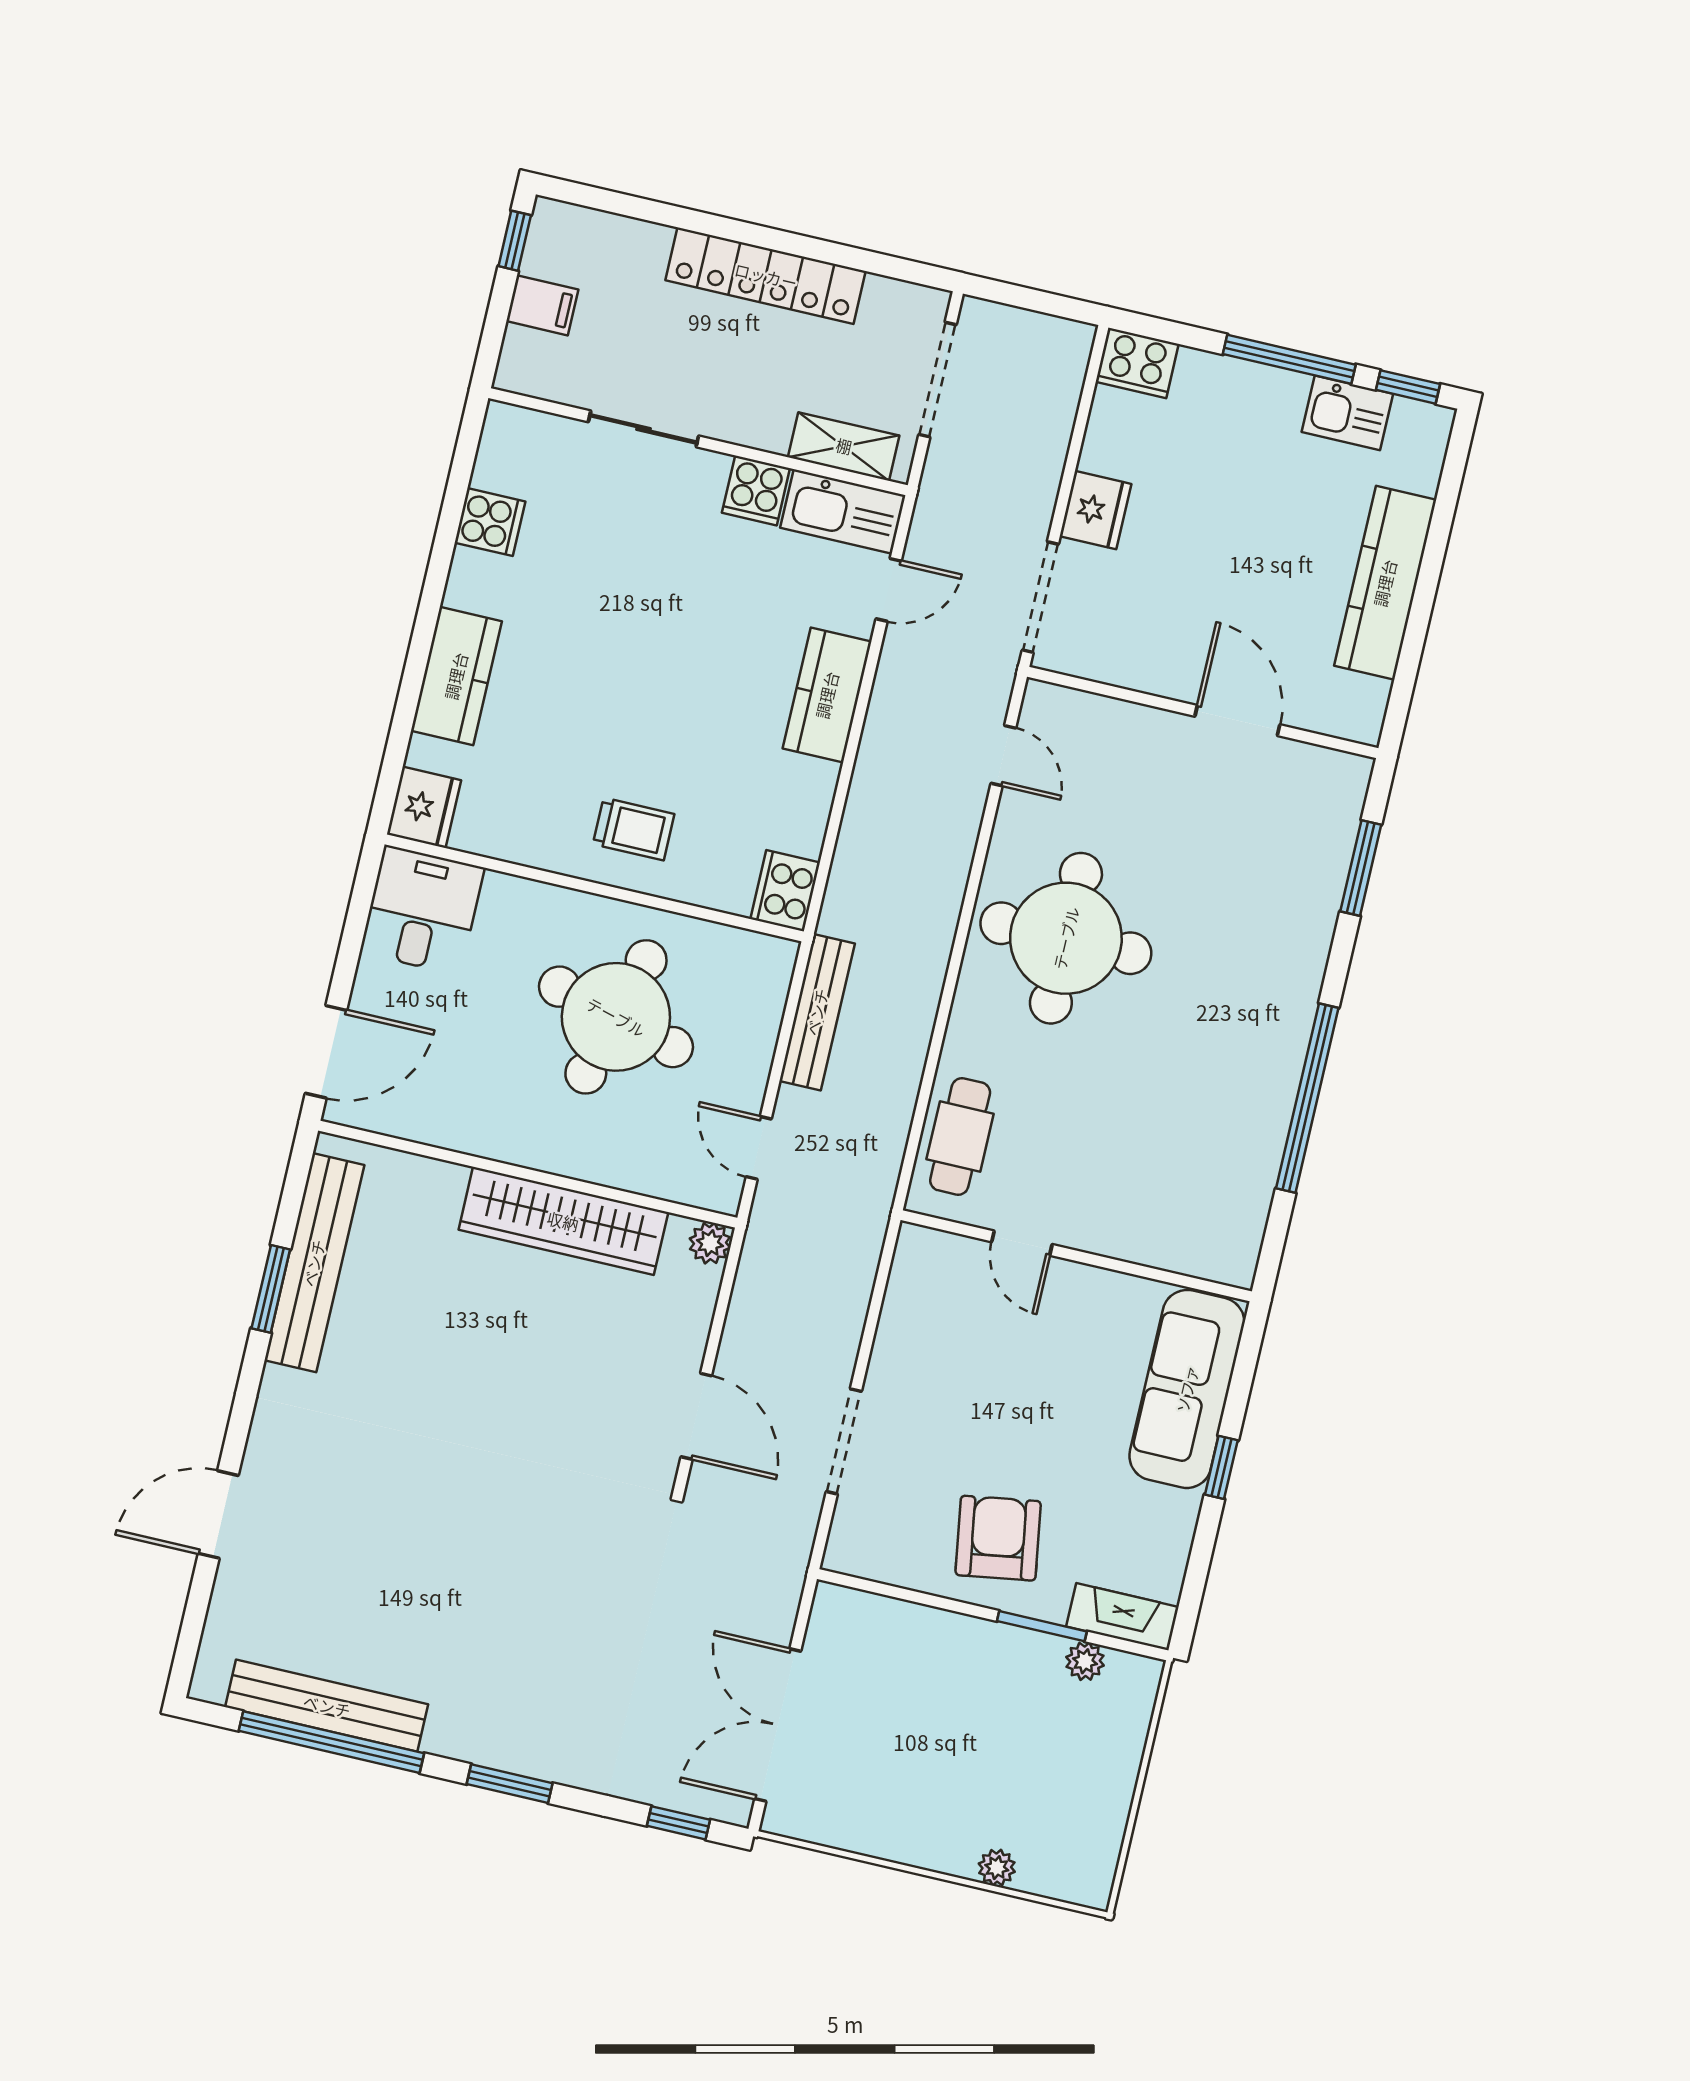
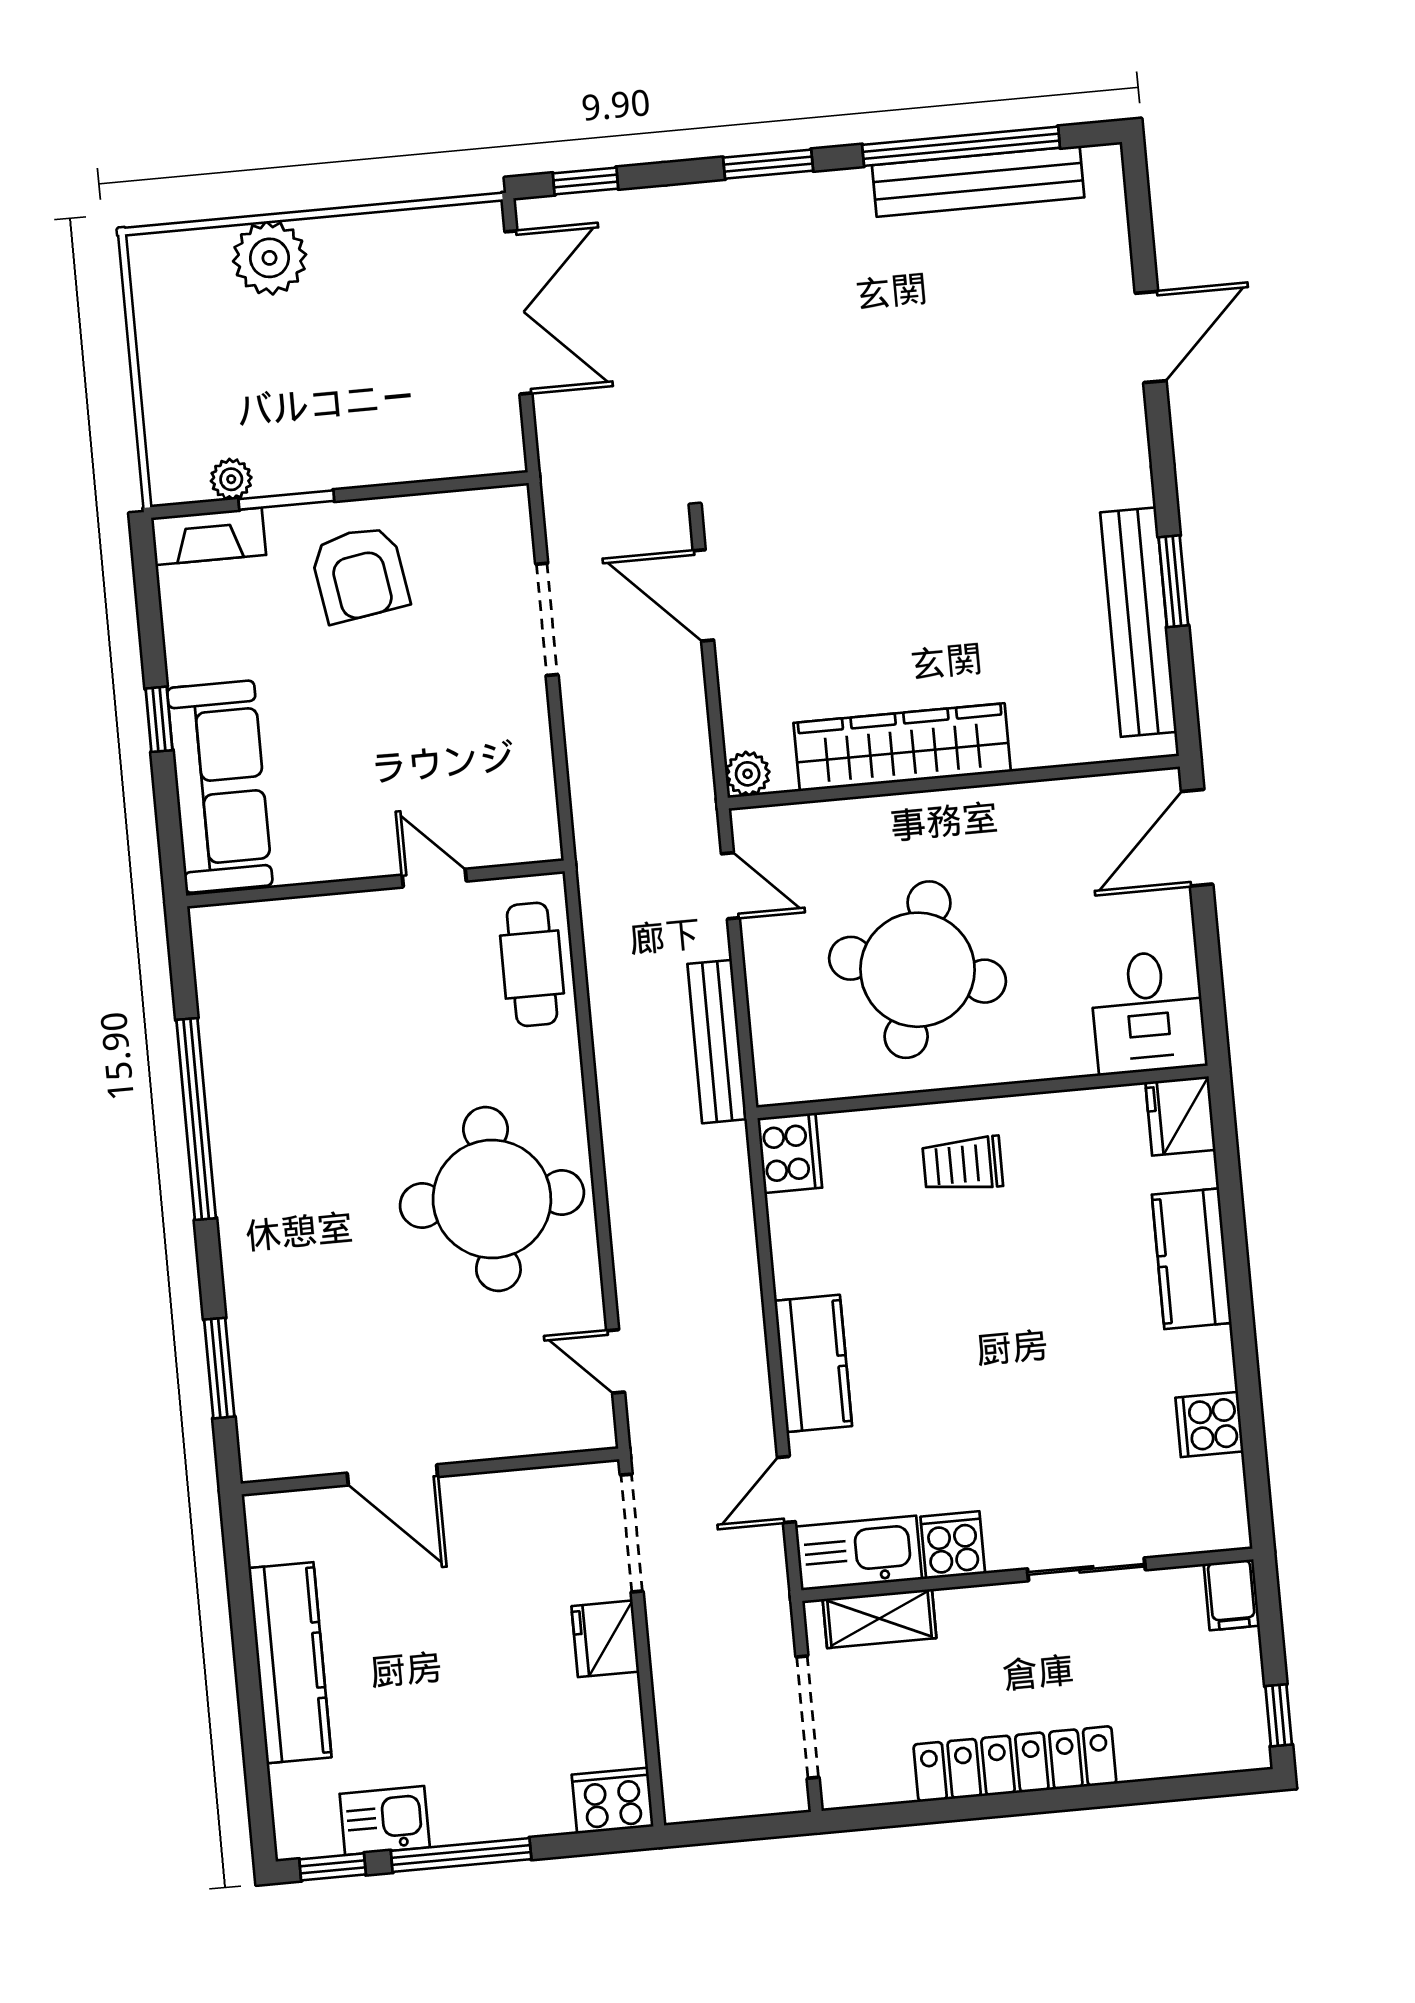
filing cabinet: (542, 305) -> (1232, 1595), moved, turned -90
plant: (997, 1868) -> (270, 258), width x1.88, depth x1.88

